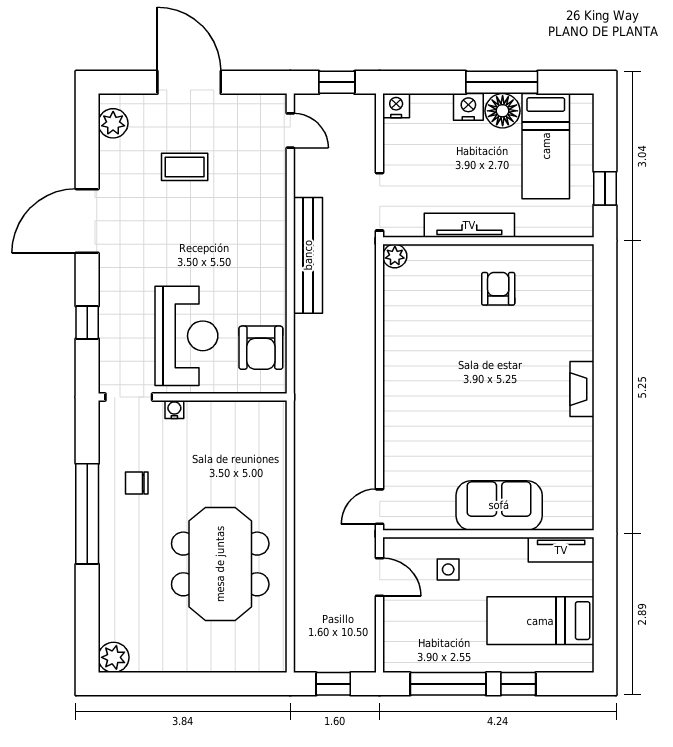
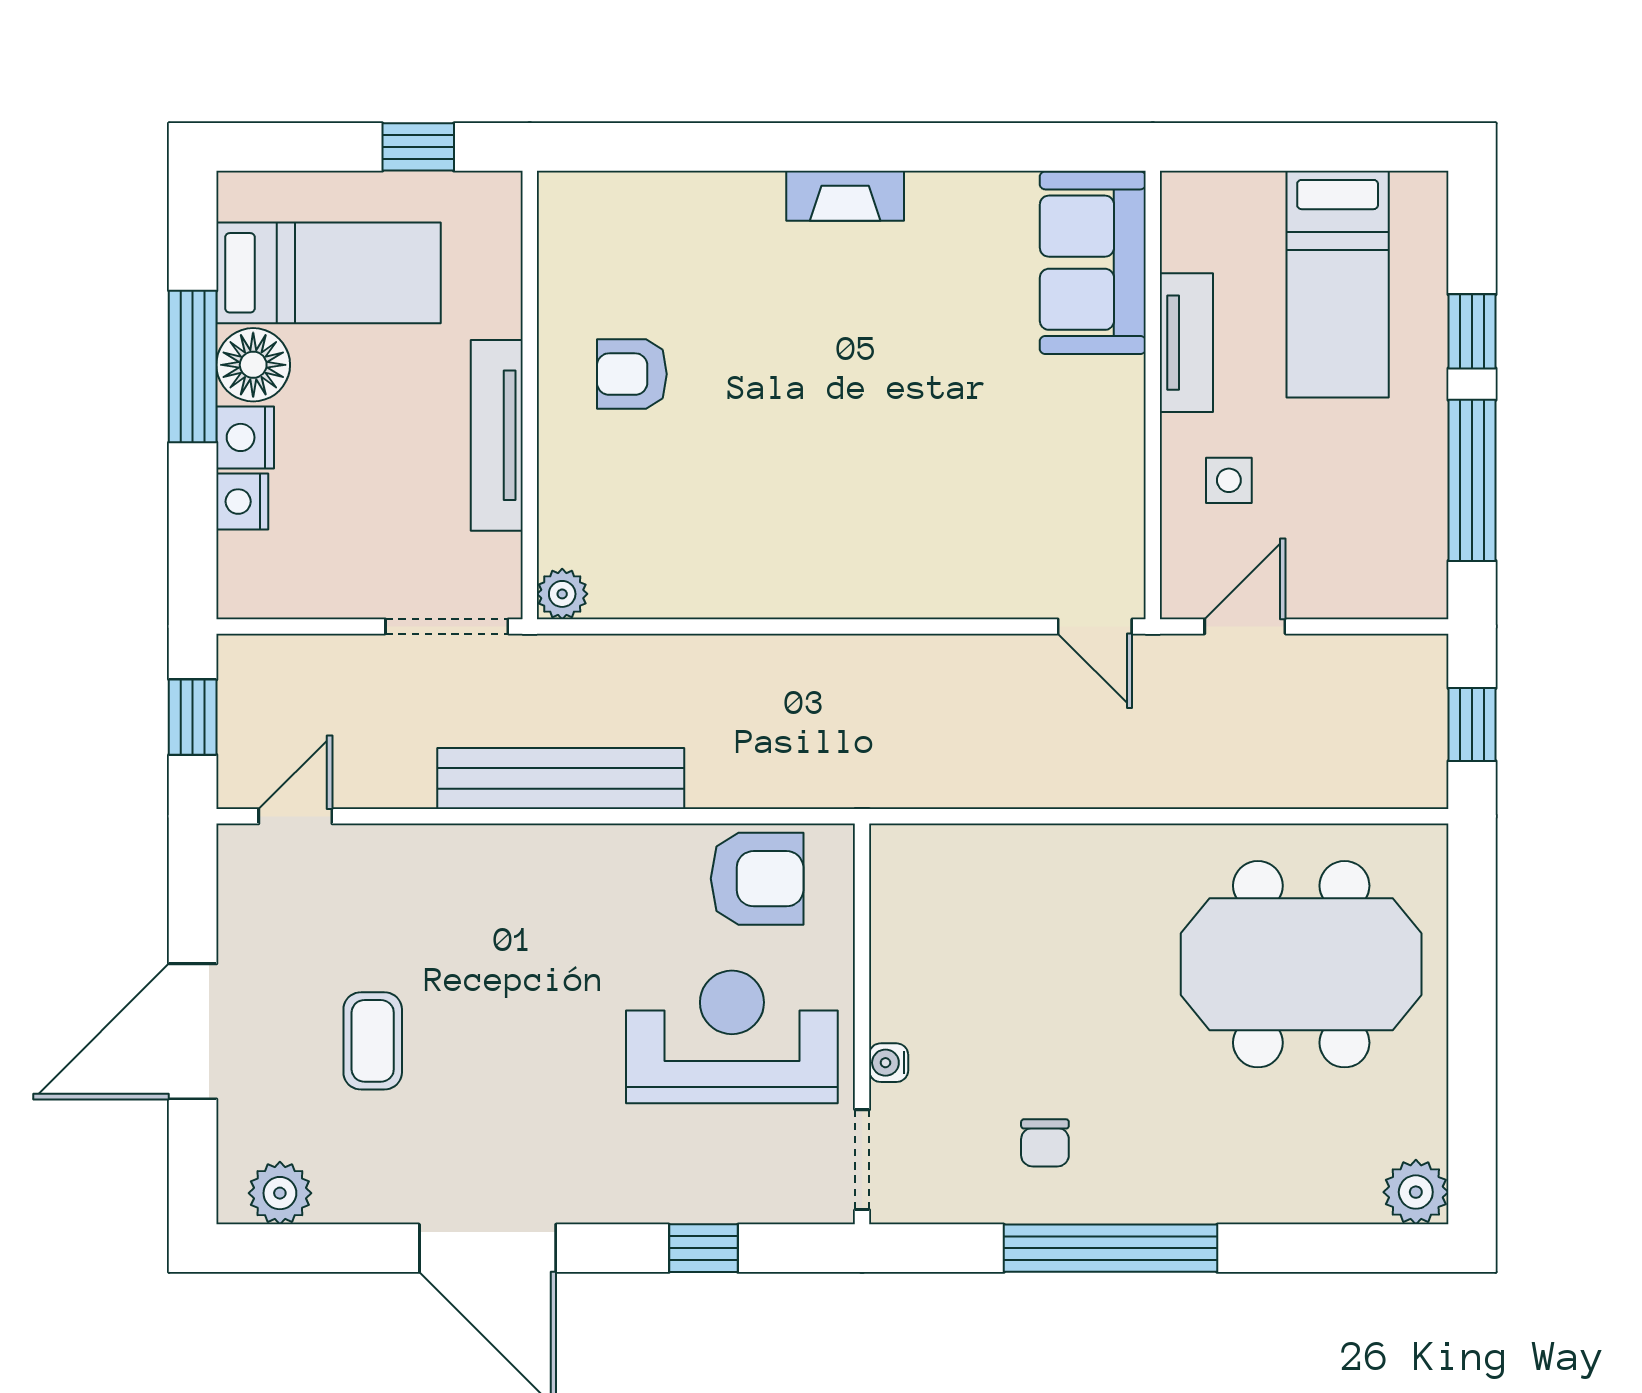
nightstand: (396, 106) -> (242, 502), moved
sofa: (499, 505) -> (1093, 263), moved
tv unit: (561, 550) -> (1186, 343), moved
meeting table: (220, 564) -> (1301, 964), moved

